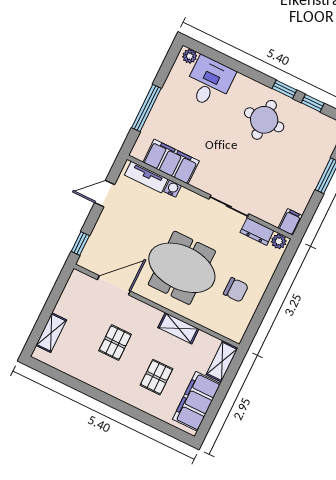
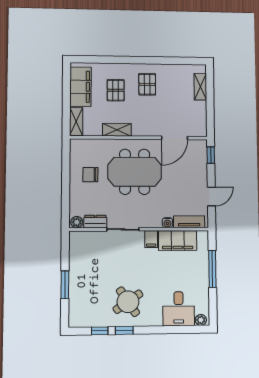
round table: (264, 120) -> (128, 302), turned -34
filing cabinet: (290, 222) -> (151, 239), moved
pallet: (115, 343) -> (147, 84), moved

